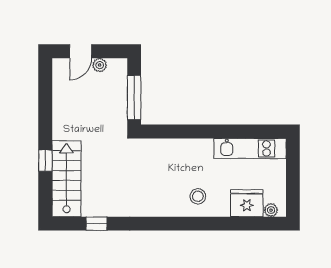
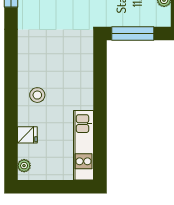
fridge: (247, 203) -> (27, 135), width x0.53, depth x0.75

